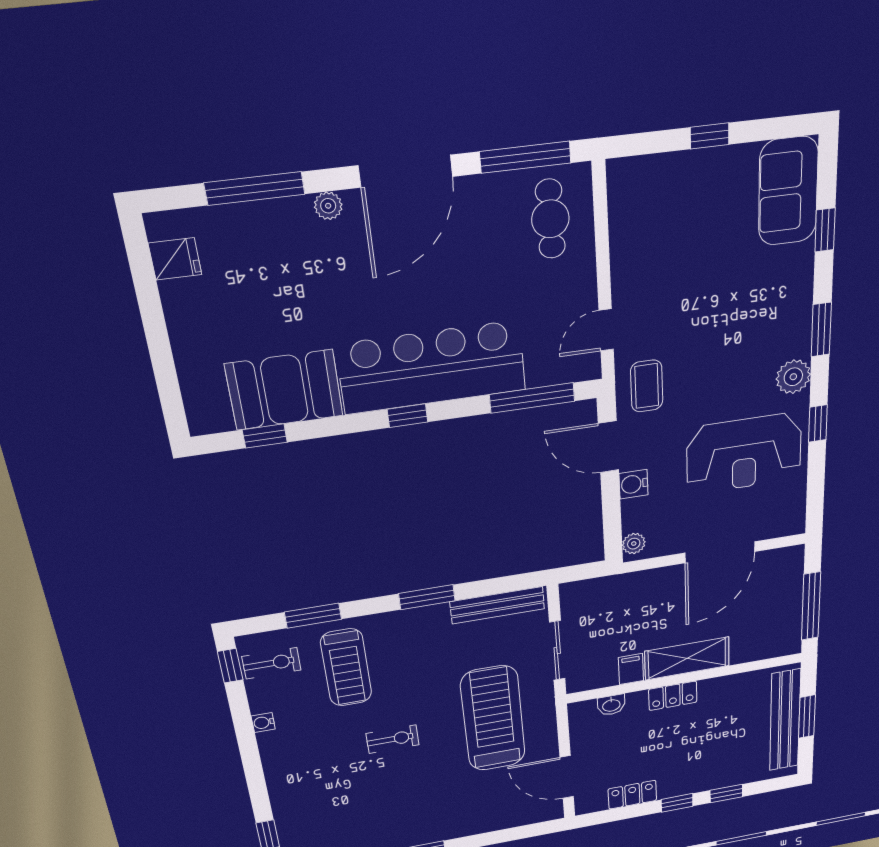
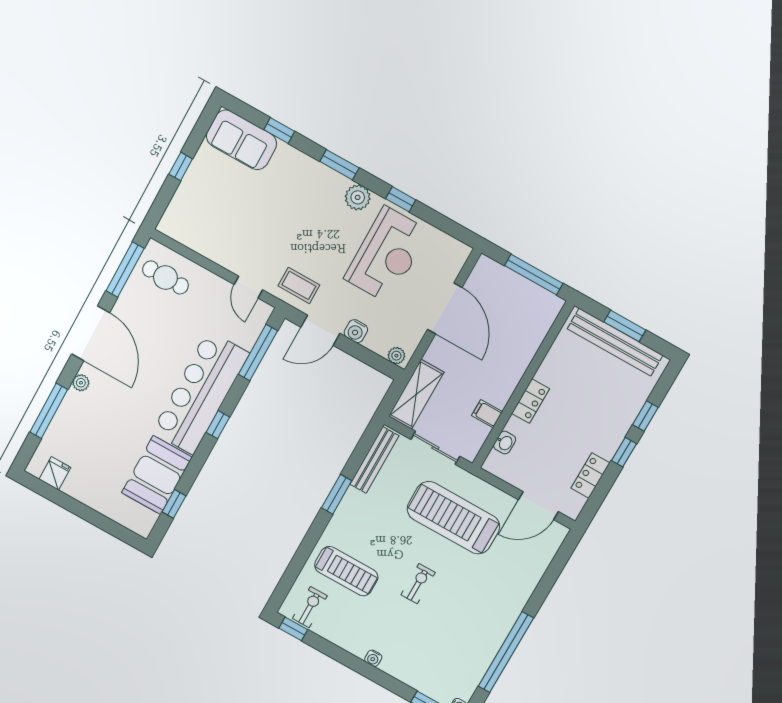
window: (313, 616) -> (298, 562), removed
shelving: (687, 658) -> (416, 394), moved
water cooler: (263, 723) -> (373, 658), moved

